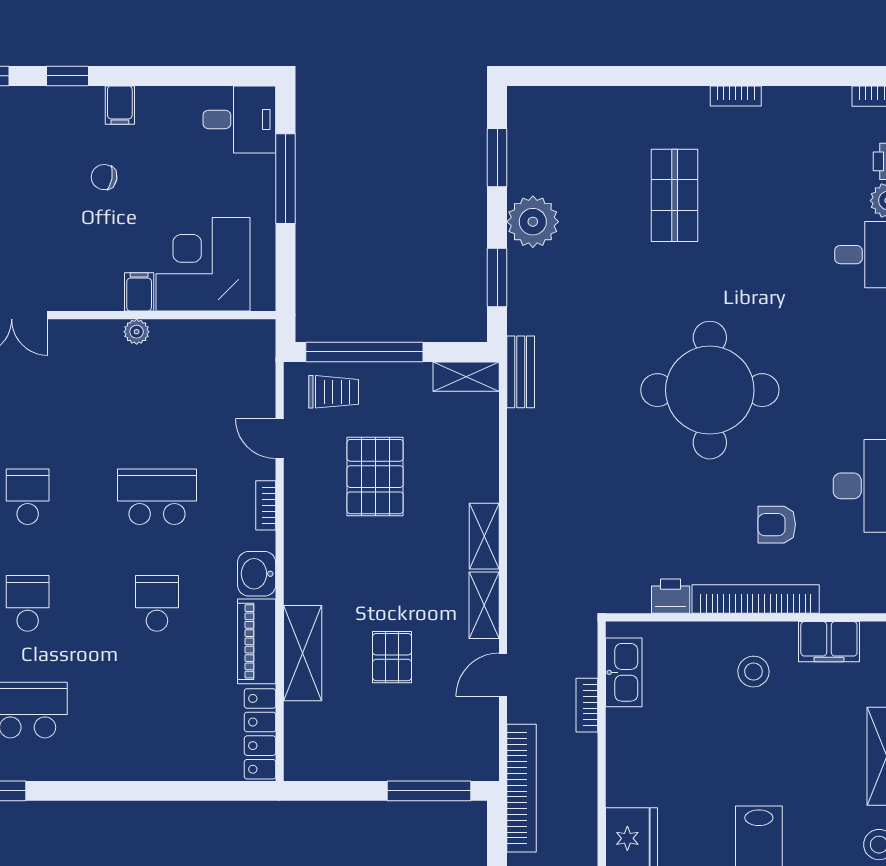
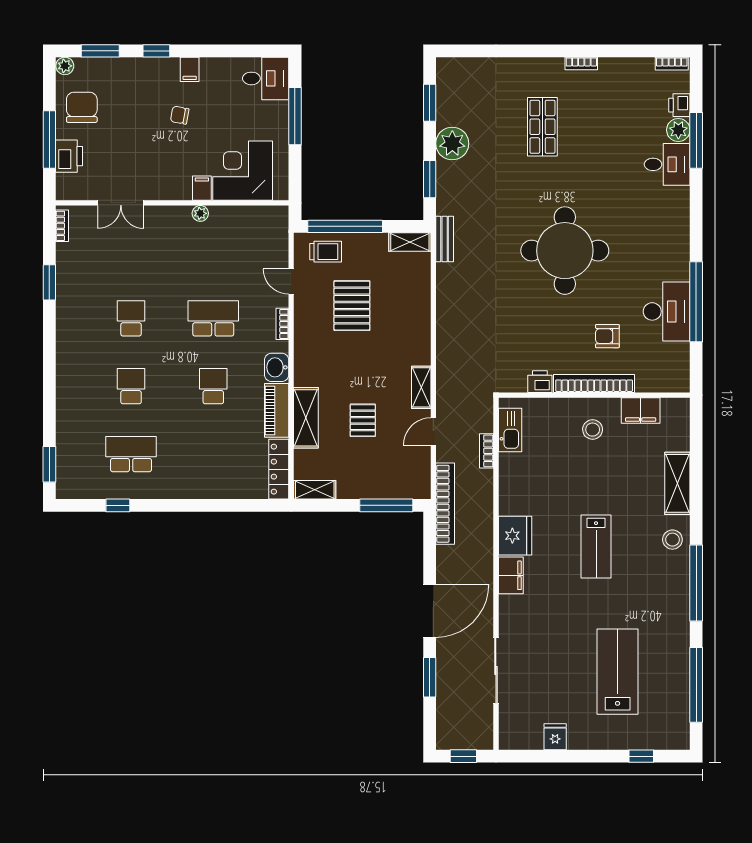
shelving: (484, 536) -> (315, 490), moved, turned 90

